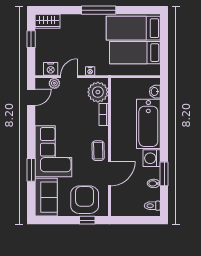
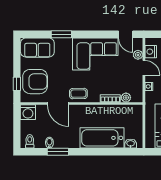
plant: (98, 92) -> (126, 98), width x0.53, depth x0.53
corner sofa: (53, 151) -> (95, 54), moved
washing machine: (152, 158) -> (28, 112), moved, turned 180

